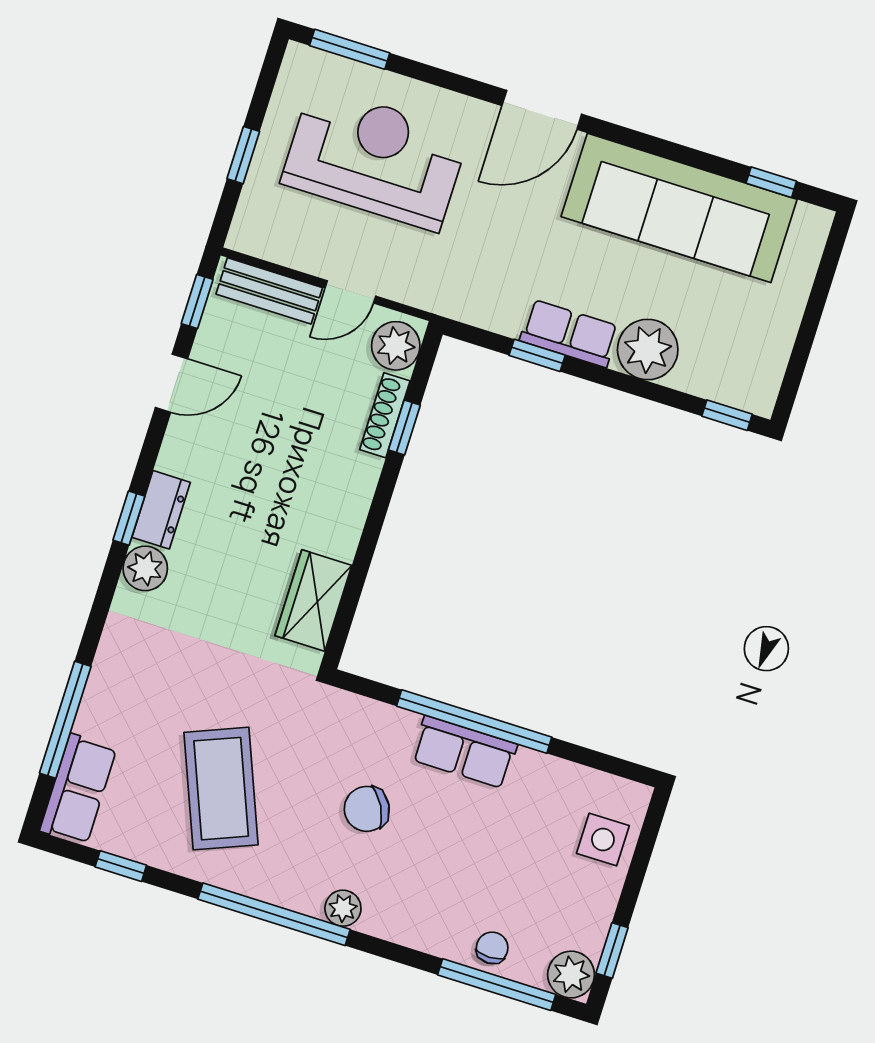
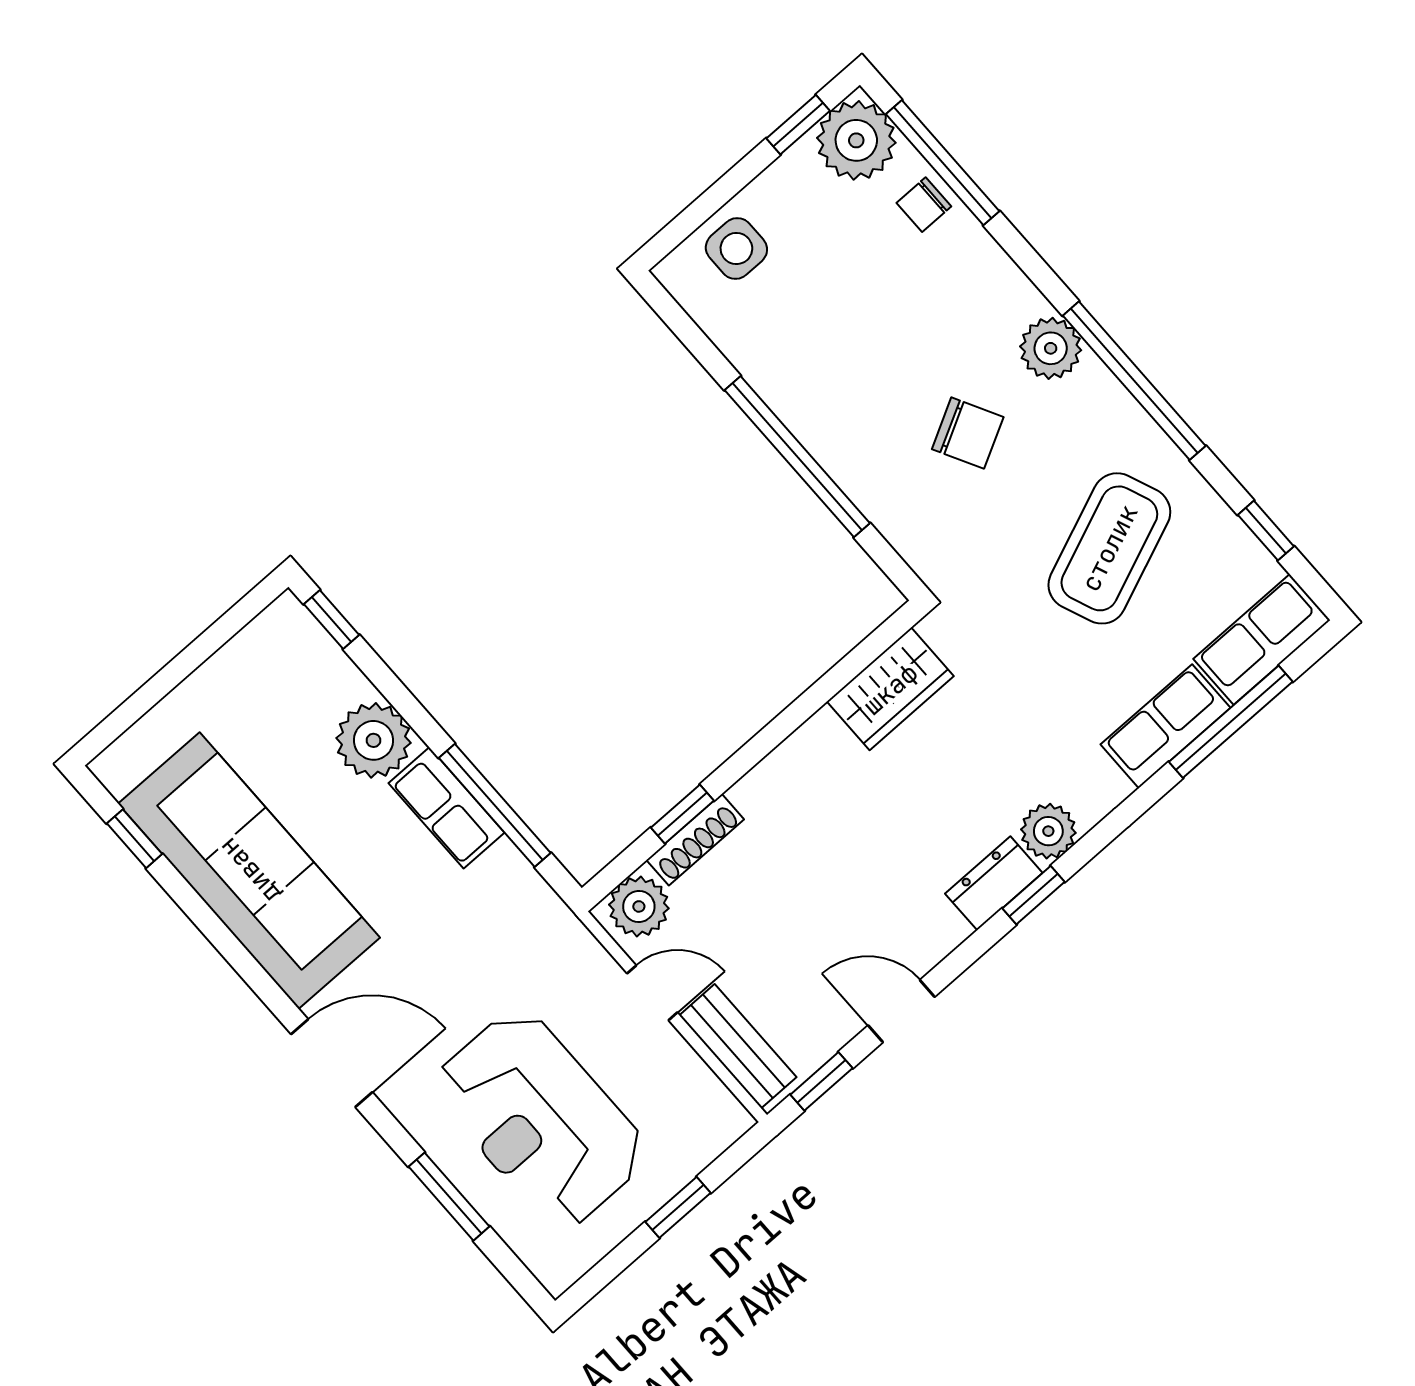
window: (350, 49) -> (449, 1197), moved
window: (537, 355) -> (495, 805), width x2.17
row of seats: (464, 752) -> (1165, 726), moved, turned -90
plant: (343, 908) -> (1051, 348), width x1.38, depth x1.38
plant: (571, 975) -> (856, 140), width x1.36, depth x1.36

